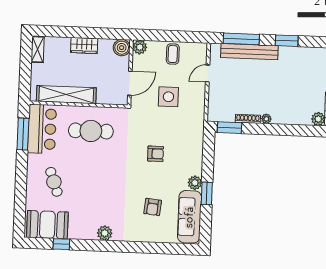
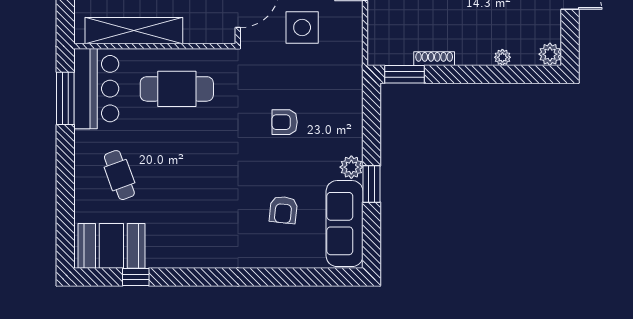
plant: (266, 119) -> (502, 57), moved
armchair: (156, 154) -> (285, 122), turned 180
plant: (105, 233) -> (206, 256), removed

